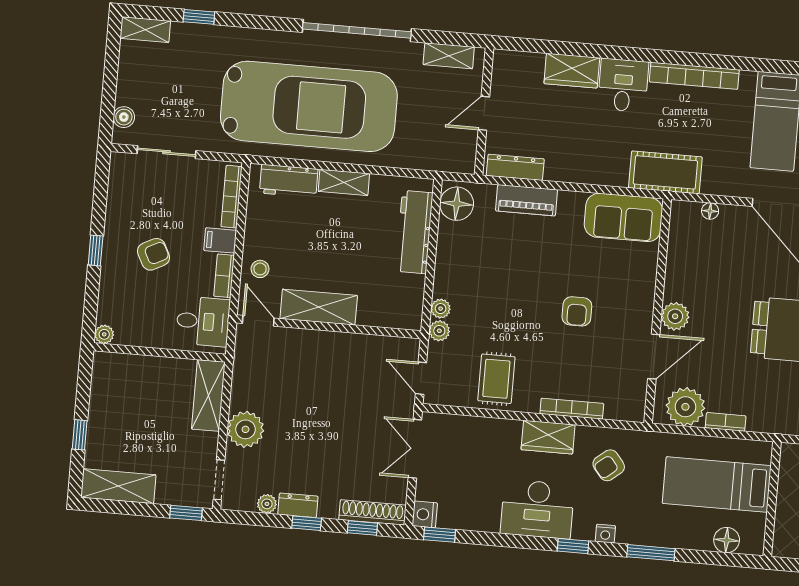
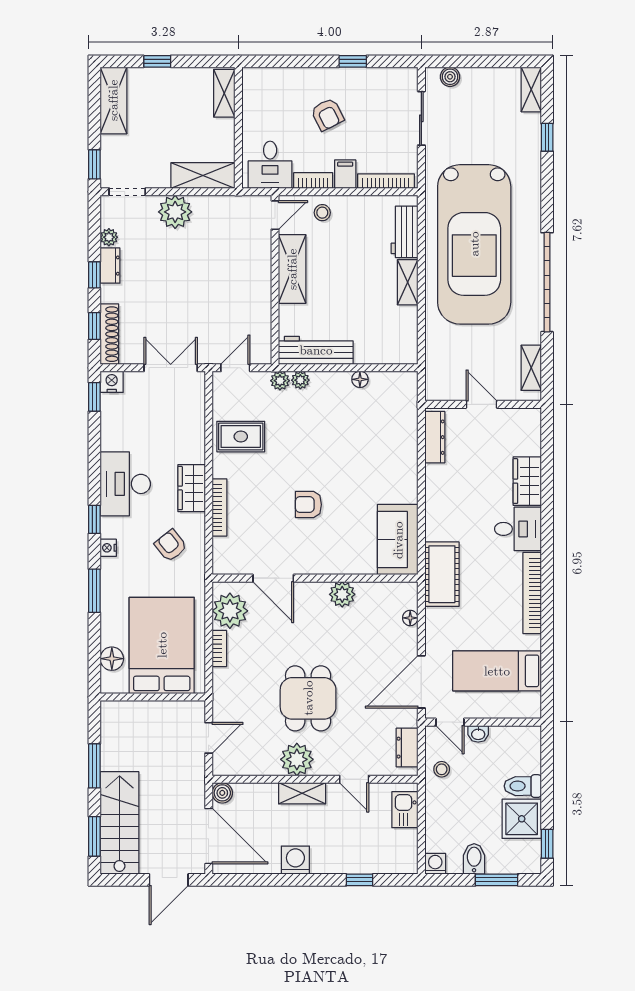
piano: (527, 200) -> (406, 450), removed
floor lamp: (457, 204) -> (360, 379), moved, width x0.53, depth x0.53
workbench: (414, 232) -> (316, 350), moved
window: (96, 250) -> (353, 61), moved
plant: (675, 316) -> (342, 594), moved
plant: (104, 334) -> (251, 76), removed
shelving: (121, 365) -> (224, 93), added
bed: (717, 484) -> (162, 645), width x1.50

